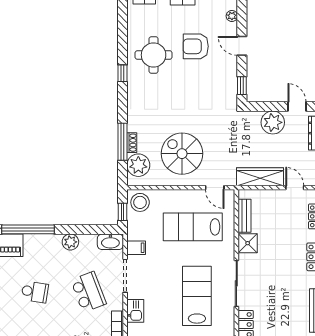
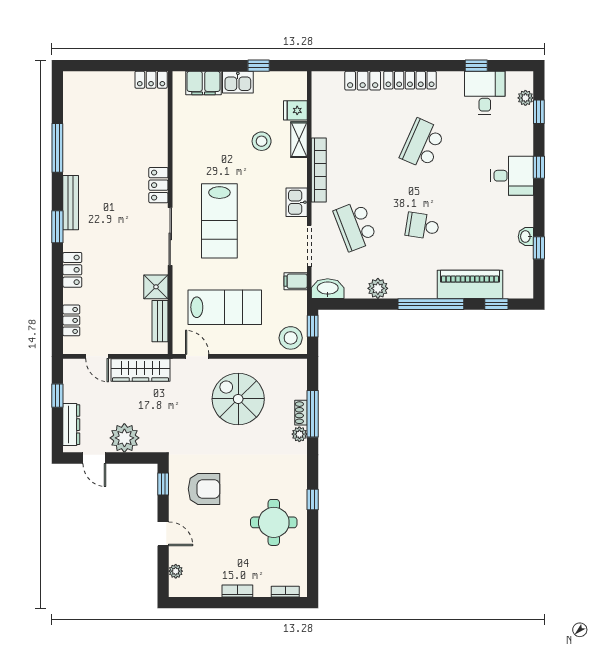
armchair: (196, 46) -> (204, 489), moved
spiral stairs: (182, 154) -> (238, 399), turned 180
plant: (138, 165) -> (299, 434), moved, width x0.53, depth x0.53

